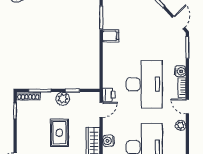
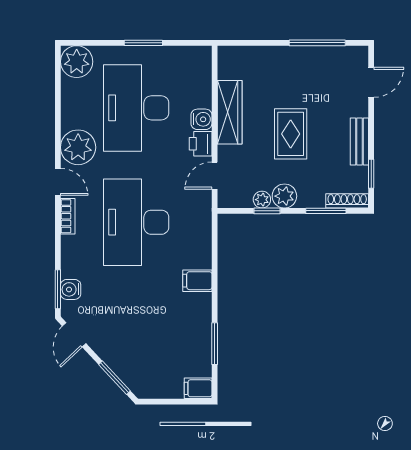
filing cabinet: (111, 36) -> (197, 281), moved
water cooler: (180, 71) -> (71, 289), moved
printer: (109, 95) -> (201, 144), moved
plant: (75, 97) -> (262, 200), added
plant: (181, 125) -> (78, 147), width x1.88, depth x1.88
bench: (22, 129) -> (359, 142), added

